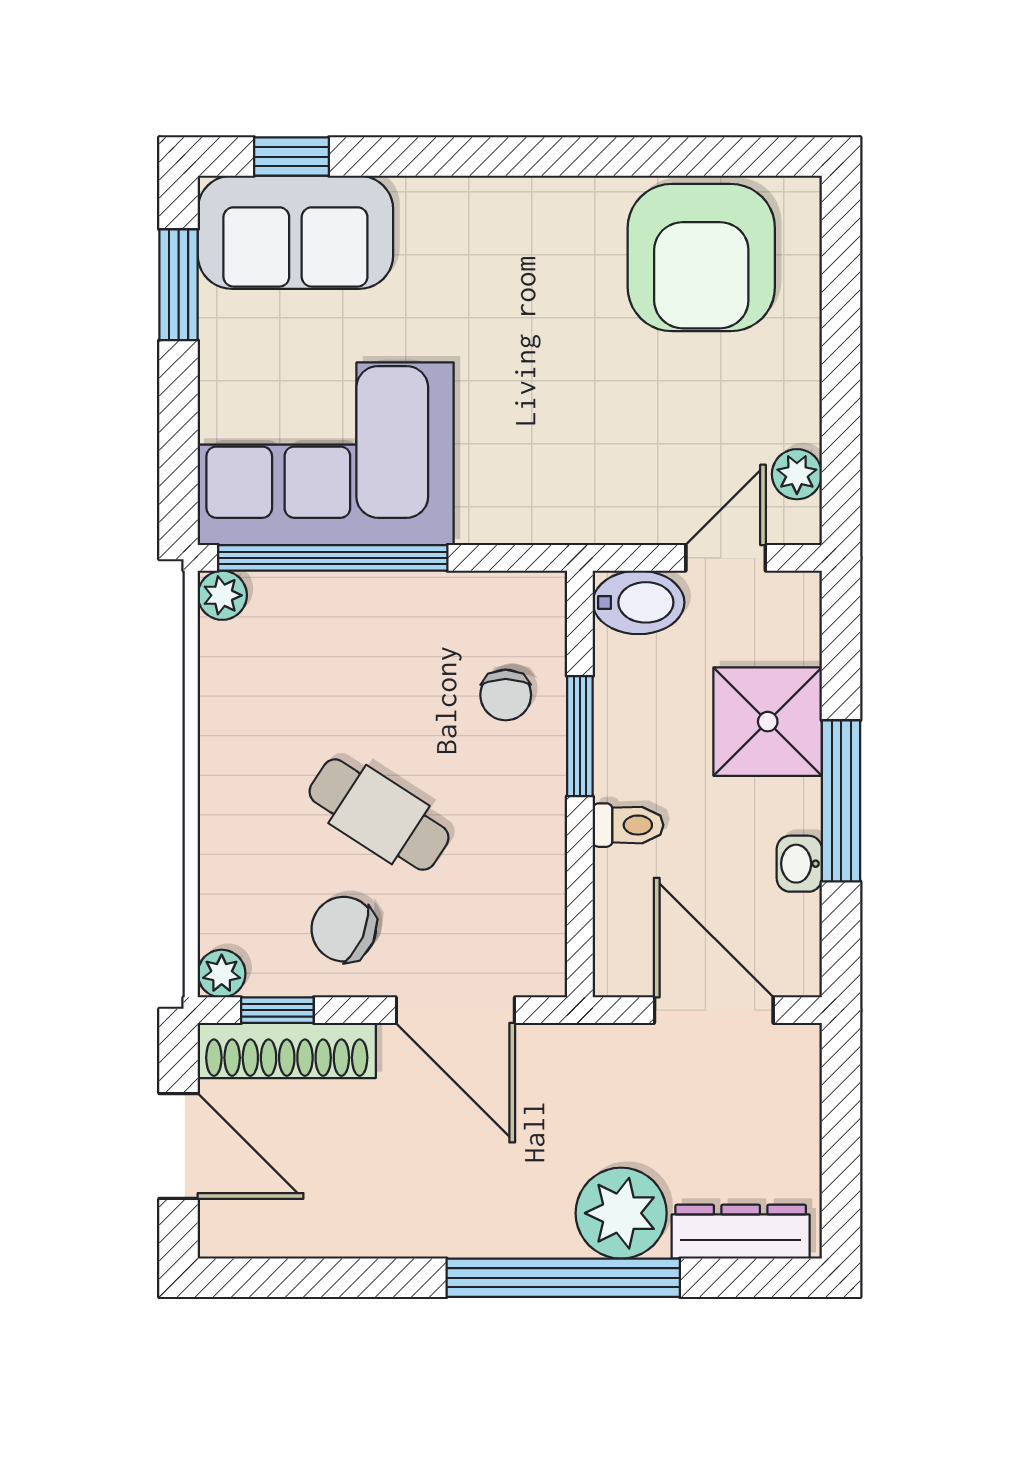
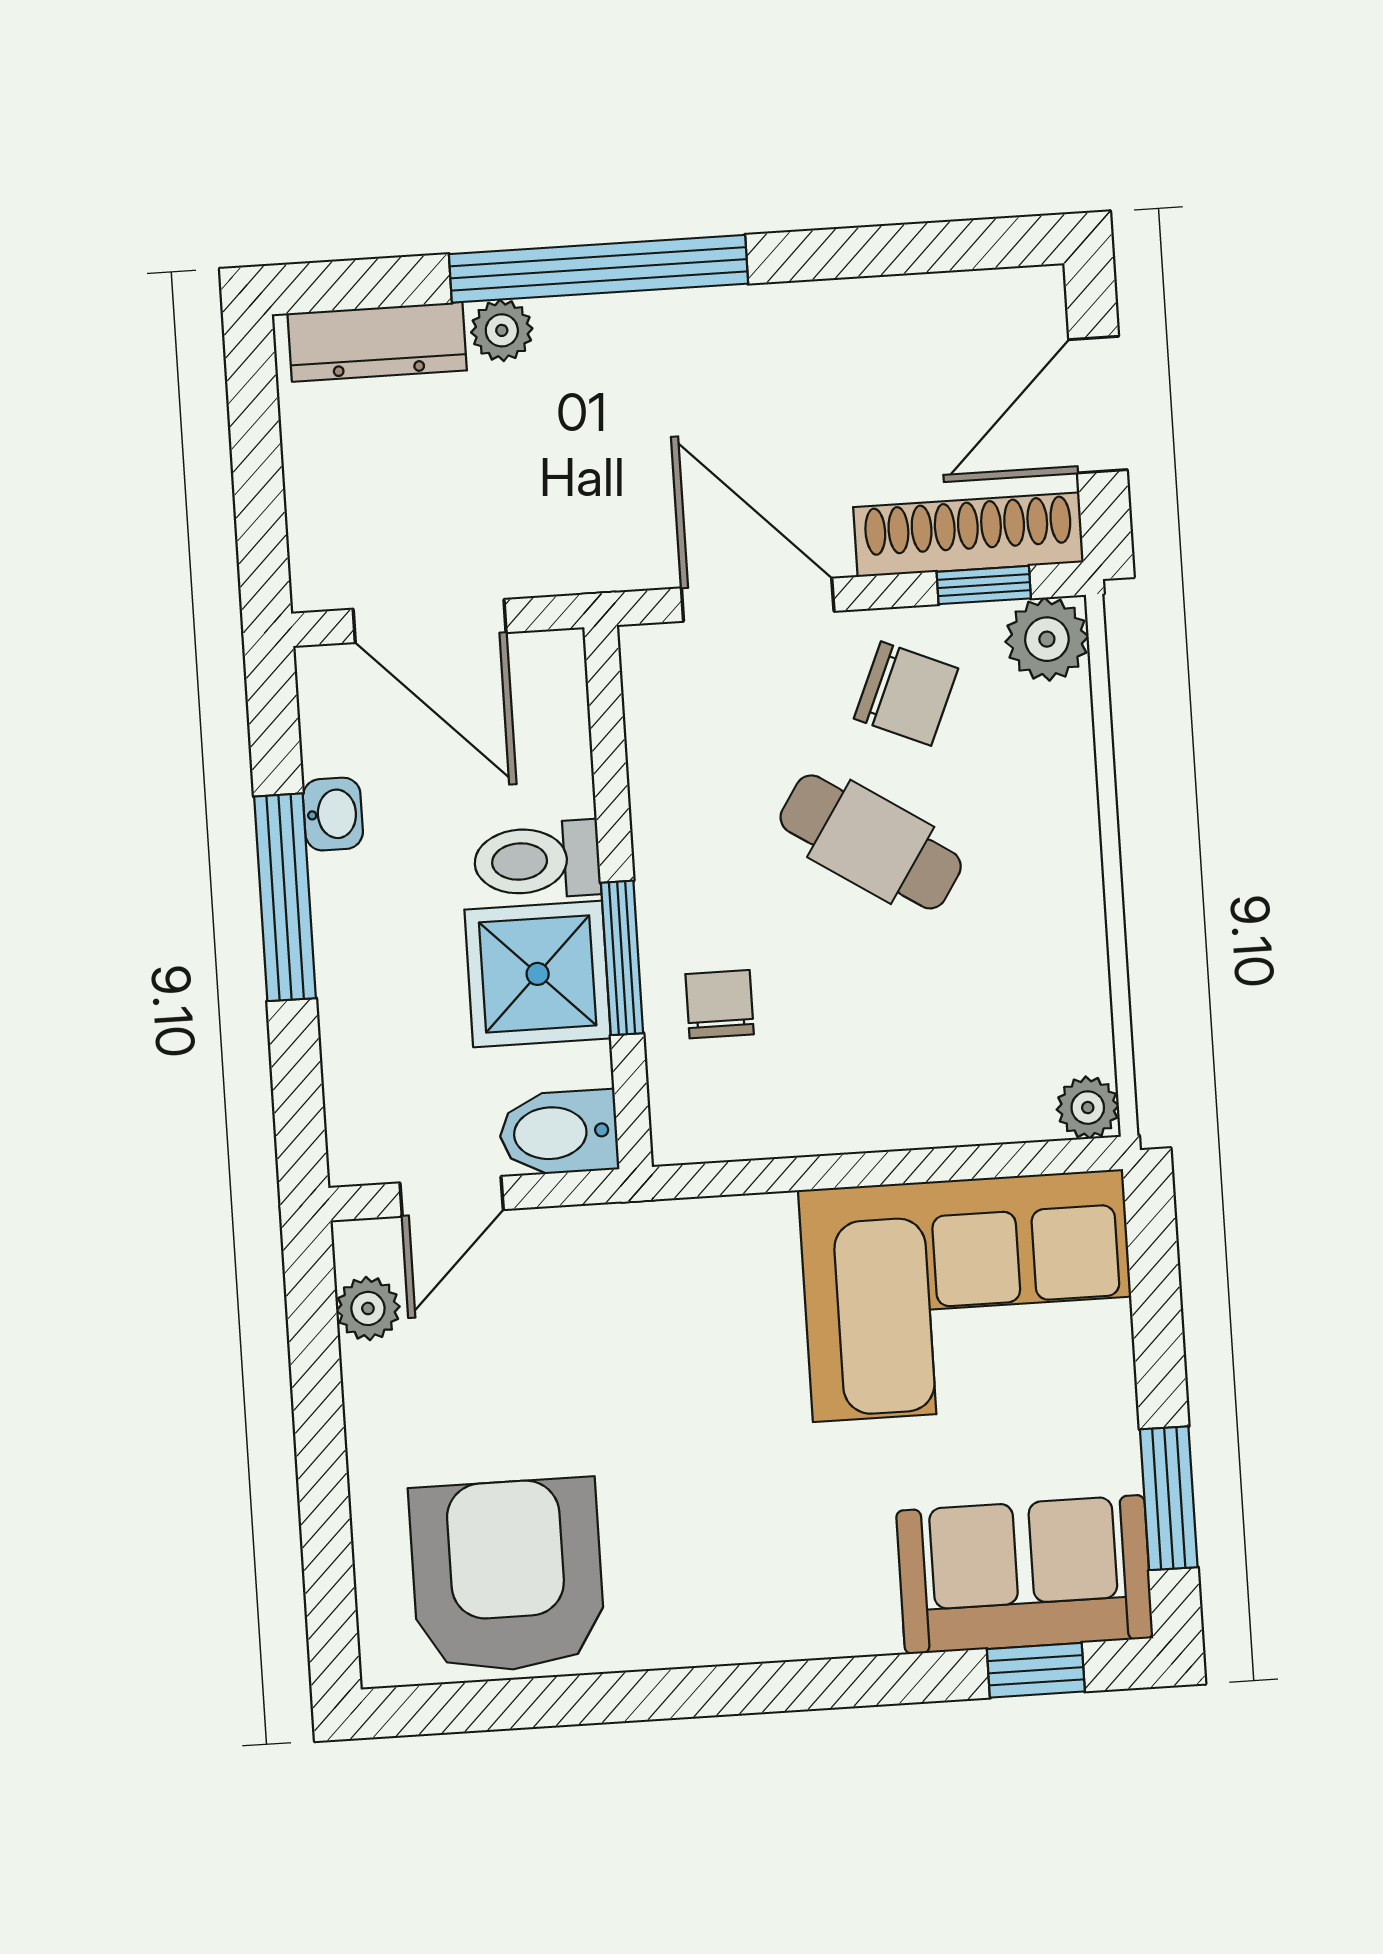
window: (333, 558) -> (950, 1164), removed
shower: (768, 722) -> (538, 974), moved
toilet: (628, 825) -> (537, 860), width x1.37, depth x1.39
plant: (222, 974) -> (1047, 639), width x1.38, depth x1.38
door: (179, 1146) -> (1098, 405), hinge flipped
plant: (621, 1213) -> (502, 330), width x0.53, depth x0.53

